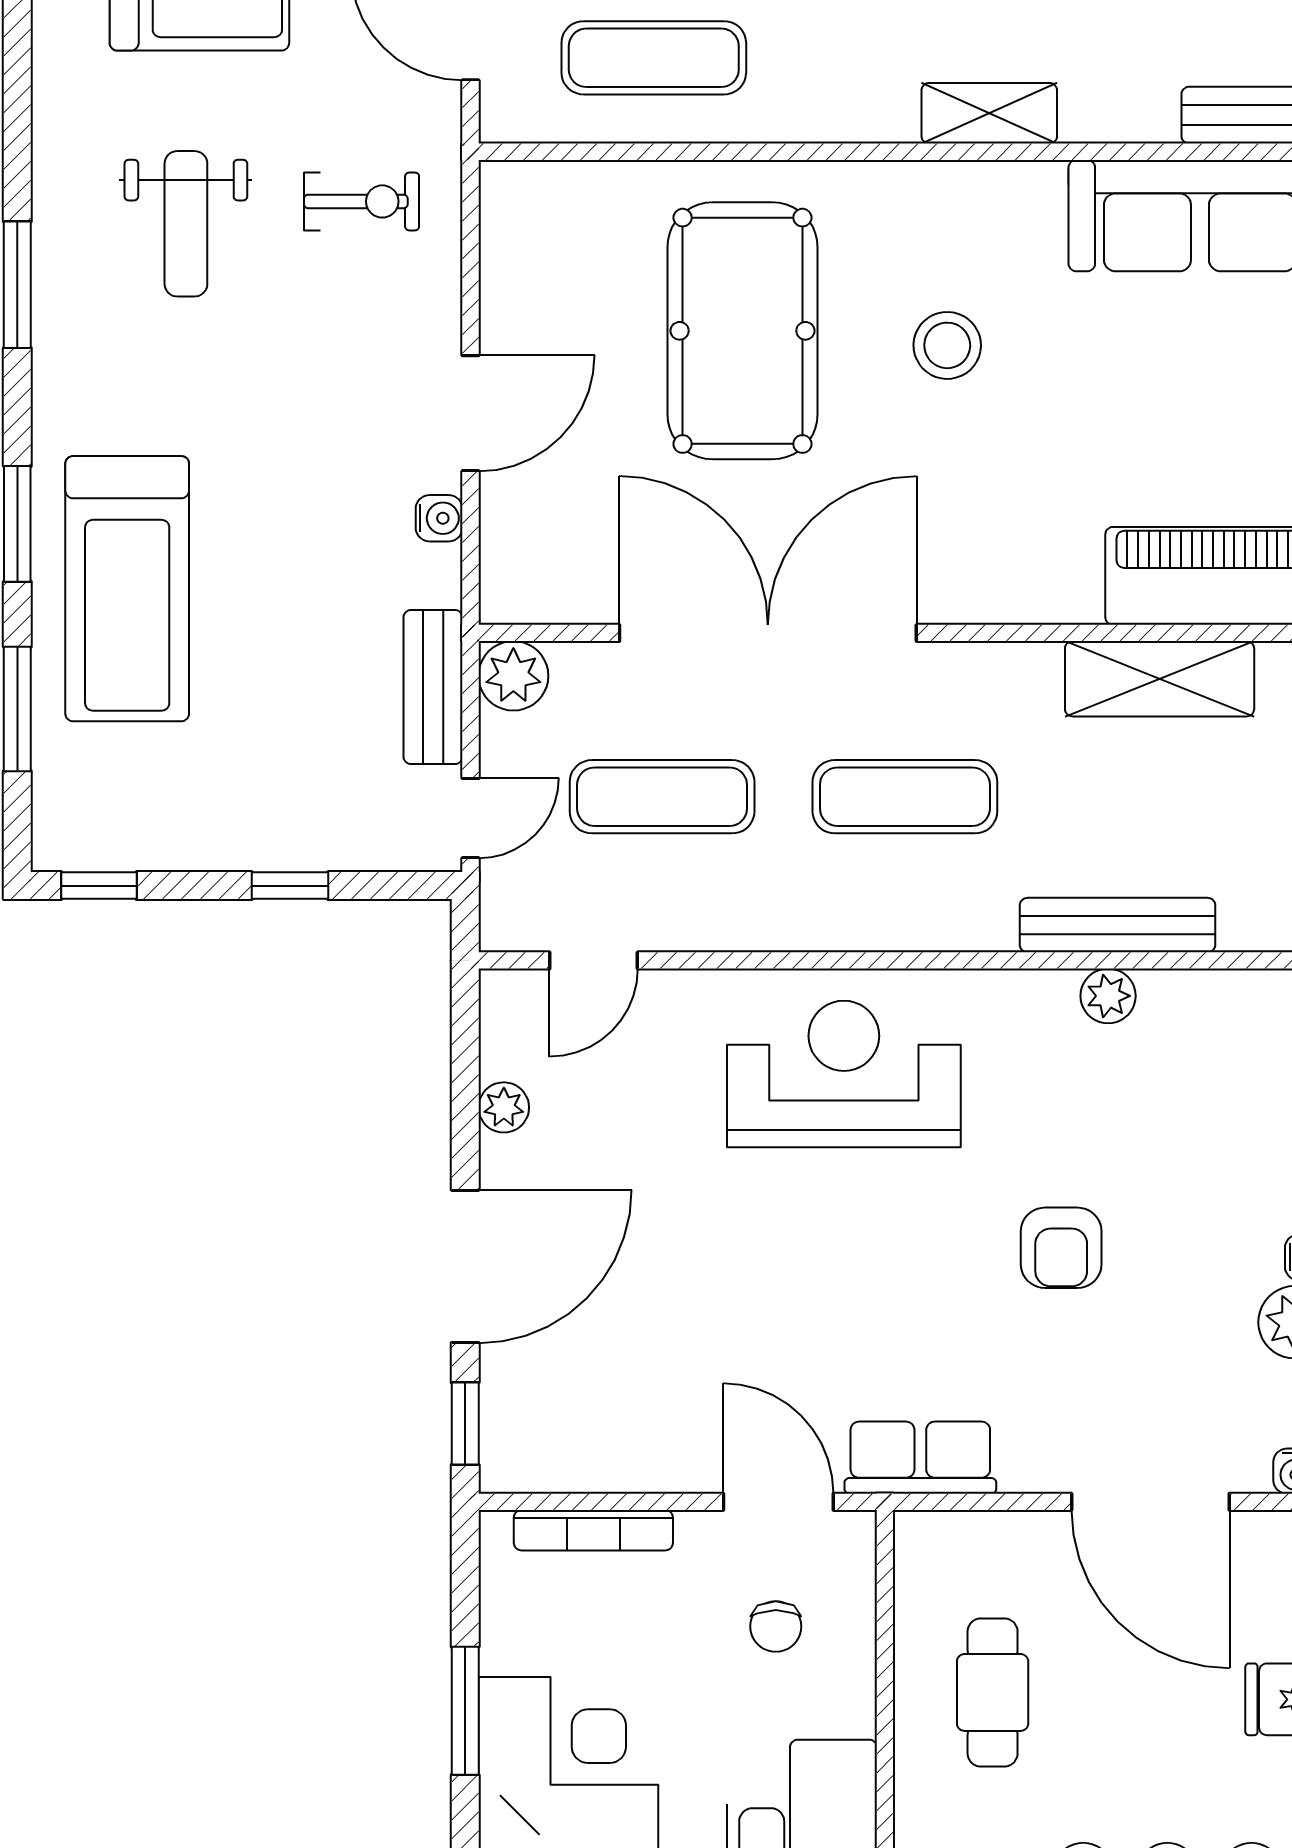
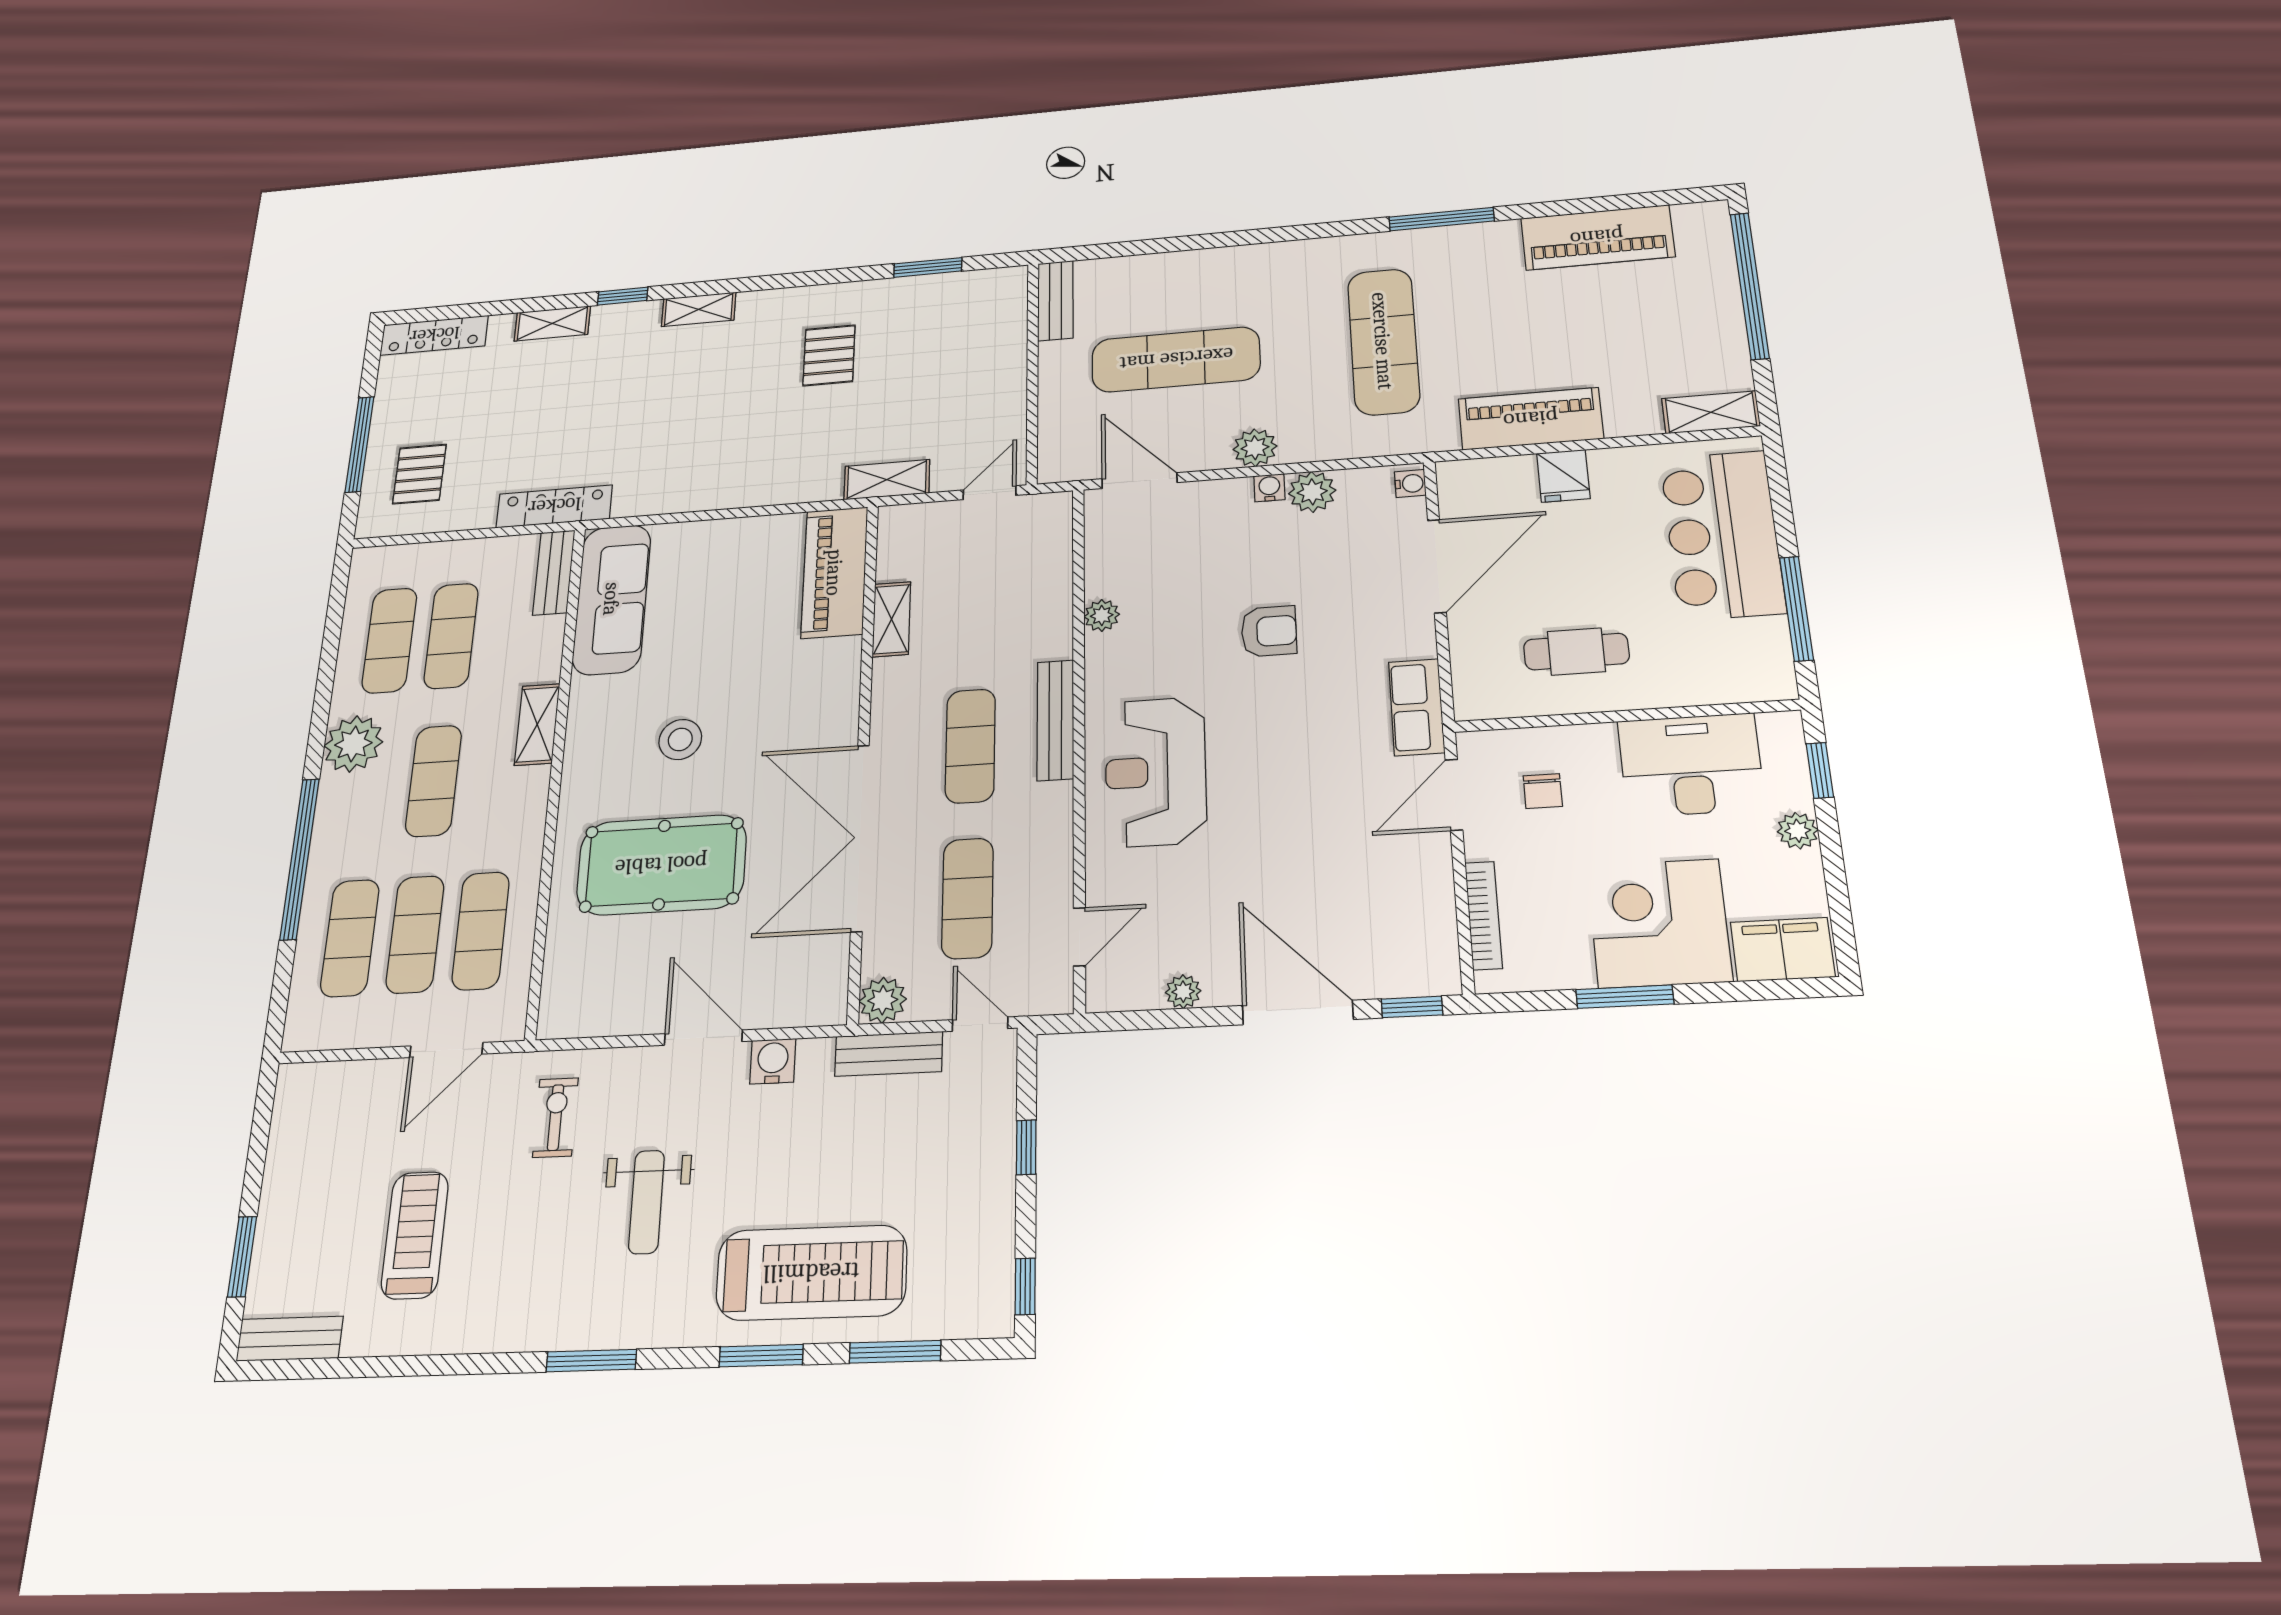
weight bench: (186, 224) -> (646, 1202), moved, turned 90
water cooler: (439, 518) -> (773, 1061), width x1.38, depth x1.38
shelving: (1160, 679) -> (891, 619), width x0.67, depth x0.75
bench: (1118, 925) -> (1055, 720), moved
door: (594, 960) -> (1079, 937), hinge flipped
chair: (776, 1626) -> (1543, 791), turned 90

